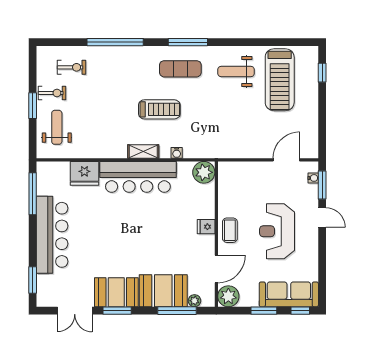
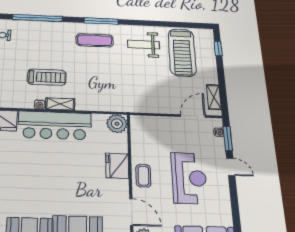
treadmill: (159, 109) -> (47, 77), moved
shelving: (311, 136) -> (214, 97), added
water cooler: (177, 153) -> (40, 104), moved
fridge: (206, 227) -> (117, 166), width x1.88, depth x1.34
reception desk: (277, 231) -> (189, 178), turned 180
door: (216, 269) -> (131, 212), hinge flipped

